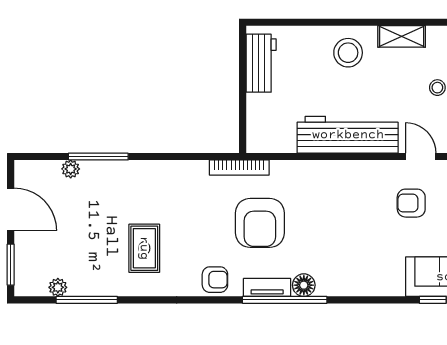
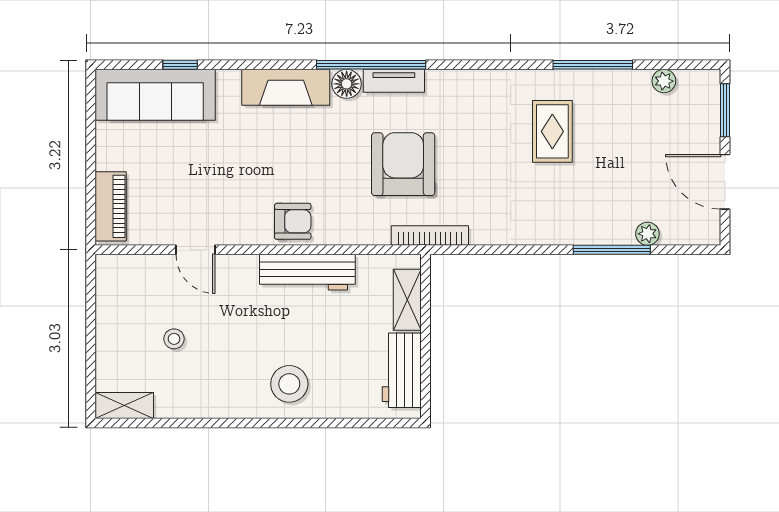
shelving: (402, 36) -> (407, 300), moved, turned 90
workbench: (348, 135) -> (307, 272), width x0.73, depth x0.76
armchair: (411, 203) -> (293, 221), moved
armchair: (215, 280) -> (461, 91), removed
fireplace: (351, 282) -> (286, 87), added
window: (87, 300) -> (593, 65), moved

